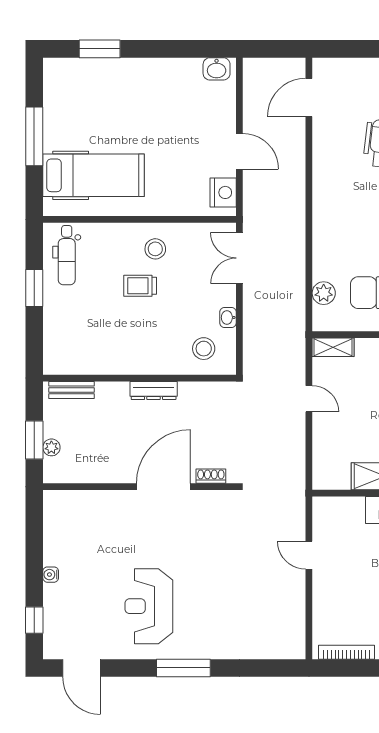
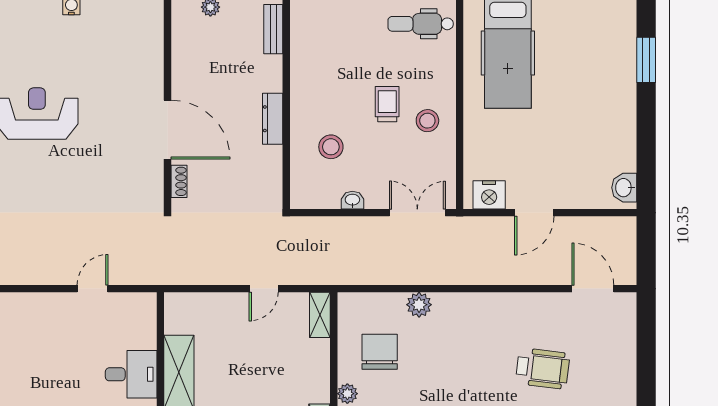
plant: (324, 293) -> (419, 305), moved
stool: (204, 349) -> (331, 147), moved

